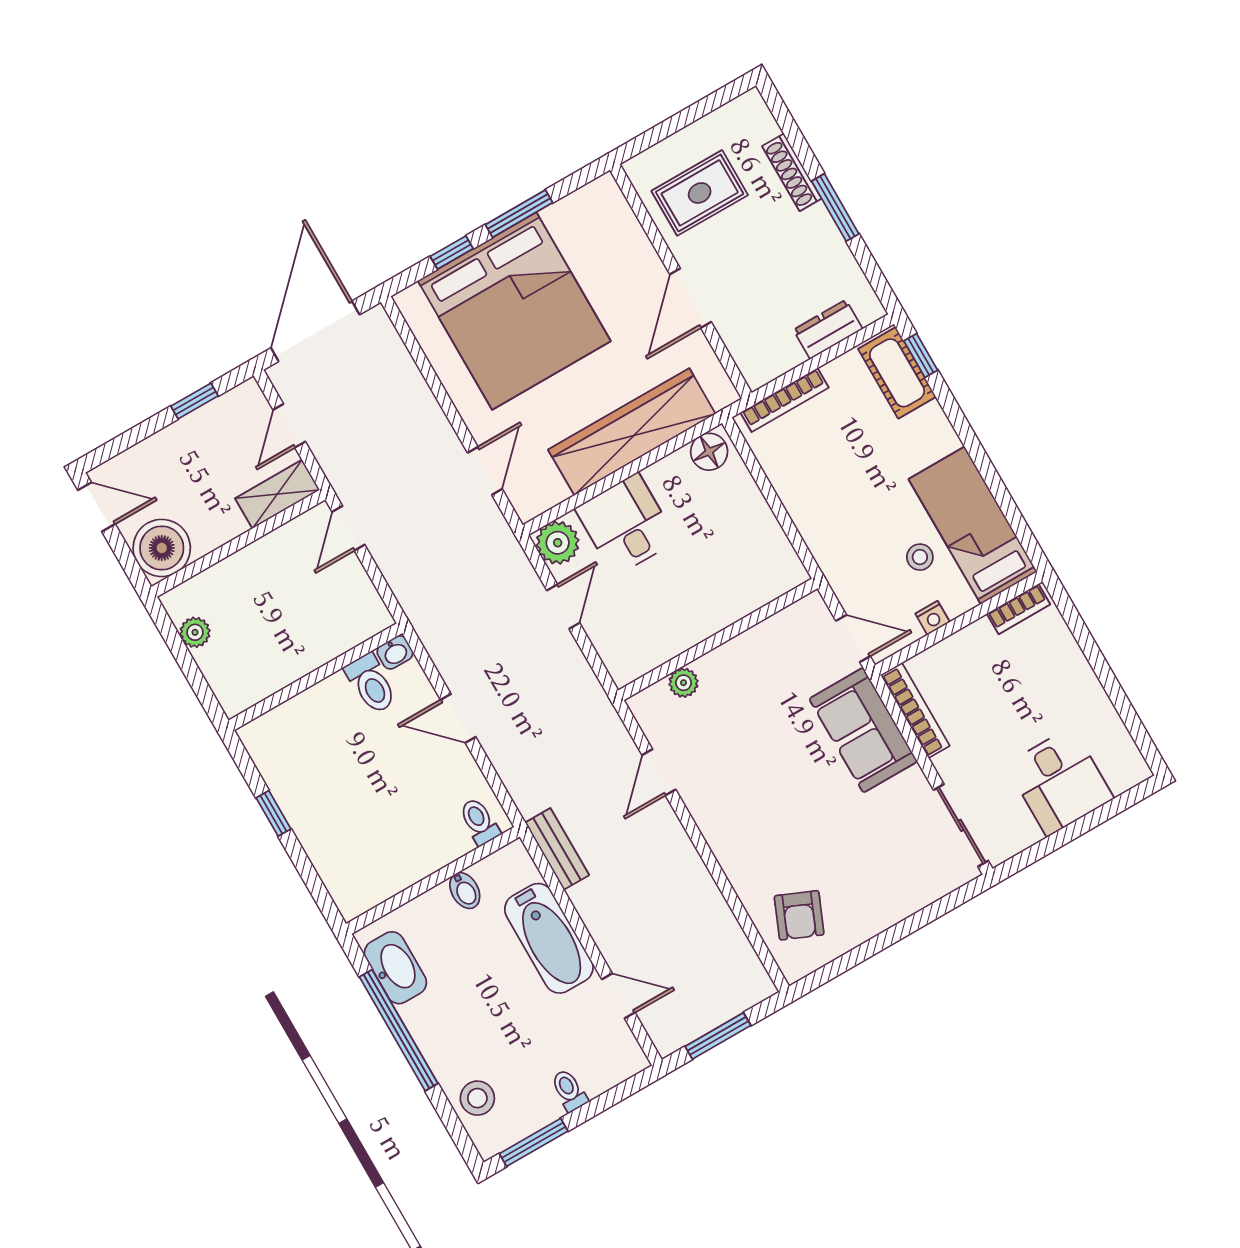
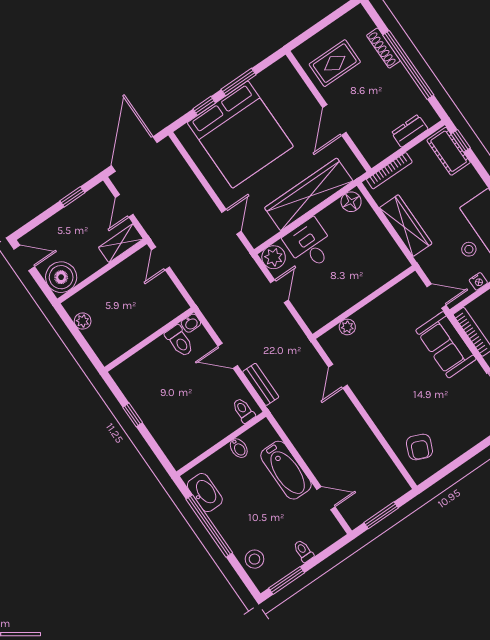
window: (835, 207) -> (408, 65), width x2.11
wardrobe: (807, 504) -> (406, 226), added
bench: (557, 849) -> (261, 384), moved

